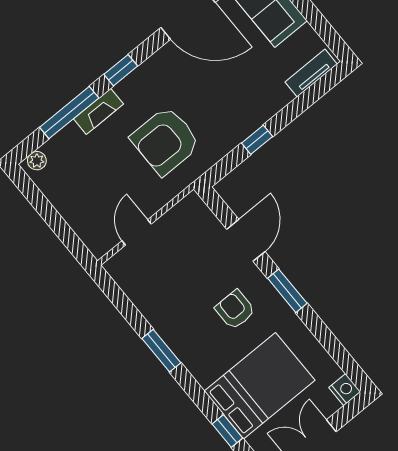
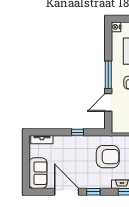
window: (121, 70) -> (93, 192), moved
window: (287, 291) -> (108, 75), width x1.44

